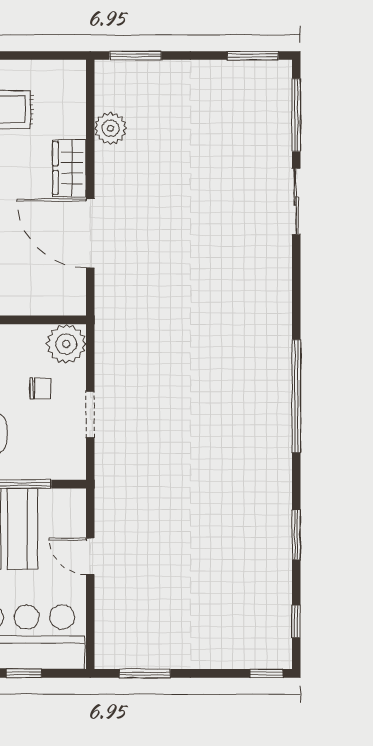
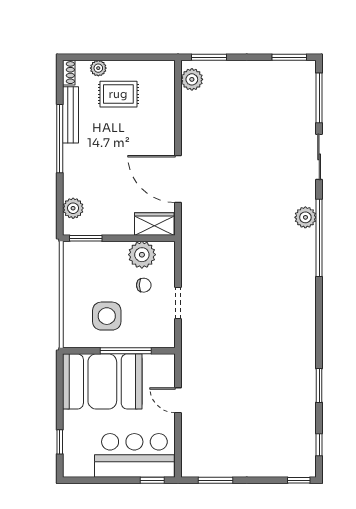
plant: (110, 128) -> (192, 79), moved
wardrobe: (69, 168) -> (154, 224), moved, turned 90
plant: (276, 289) -> (305, 217), added
plant: (66, 344) -> (142, 255), moved
window: (296, 396) -> (319, 238), moved
window: (24, 673) -> (152, 480), moved

